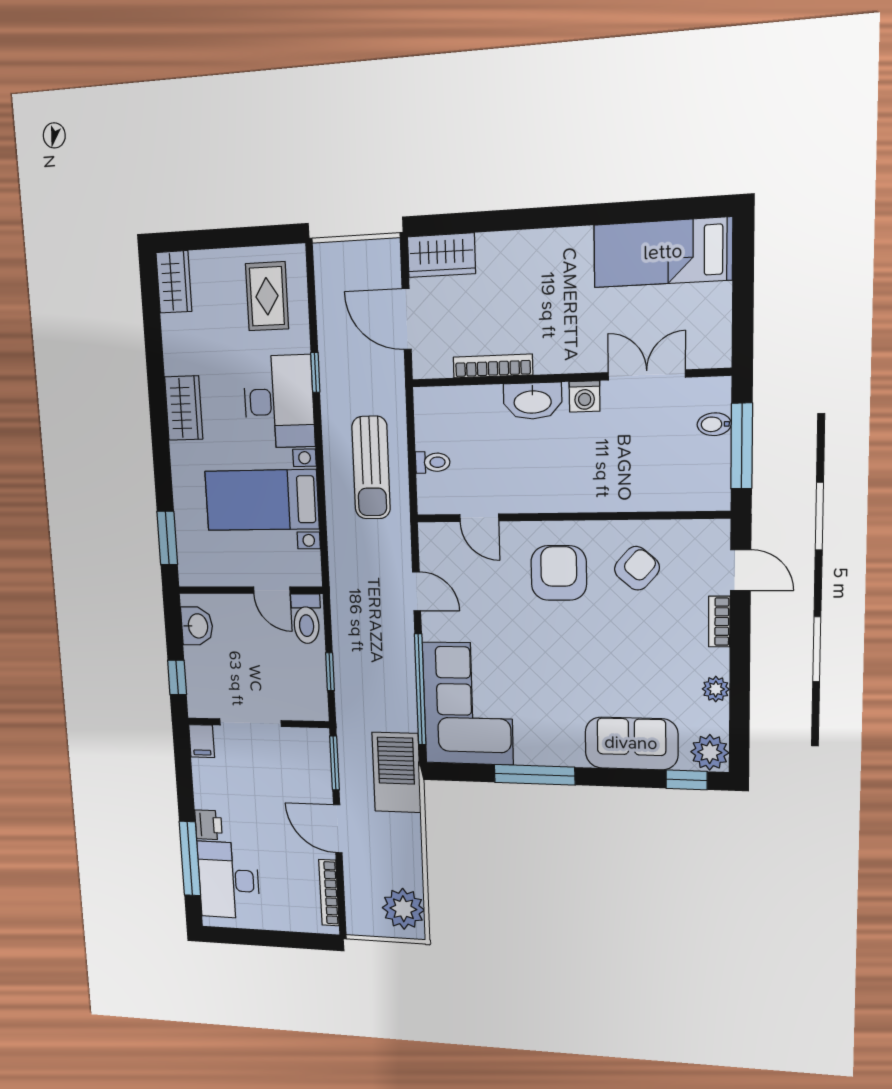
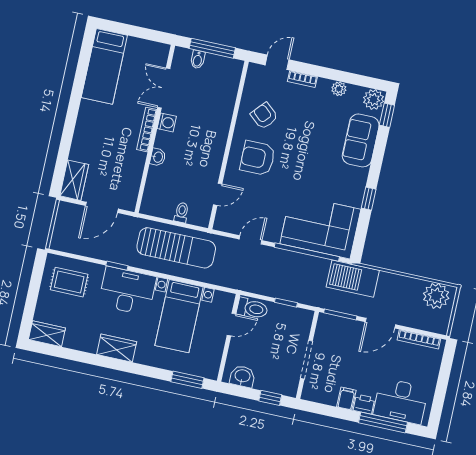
bookcase: (493, 366) -> (147, 130), moved
washbasin: (533, 401) -> (158, 157), width x0.52, depth x0.69
sun lounger: (371, 468) -> (176, 248), width x1.36, depth x1.34
filing cabinet: (202, 741) -> (346, 399), moved, turned -90
window: (534, 775) -> (369, 199), width x0.46

